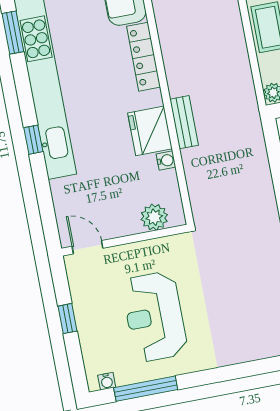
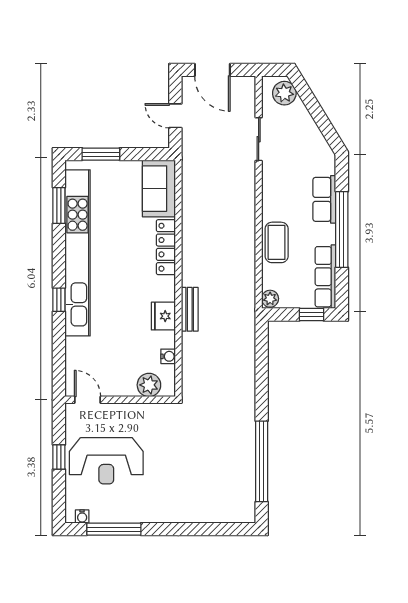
fridge: (150, 131) -> (163, 316), width x0.73, depth x0.75
water cooler: (166, 161) -> (168, 356), moved
reception desk: (155, 317) -> (106, 461), moved, turned -90

